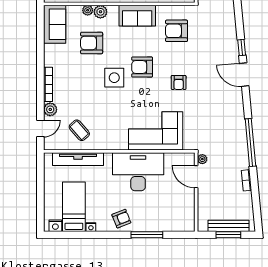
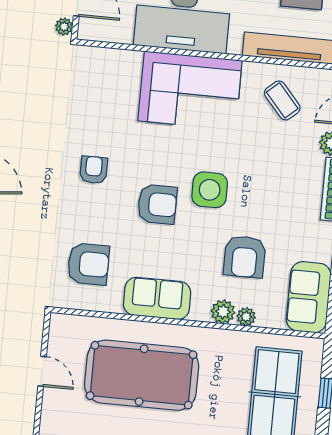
armchair: (92, 43) -> (245, 257), turned 90
corner sofa: (156, 131) -> (190, 91), moved

